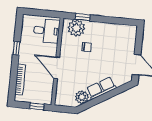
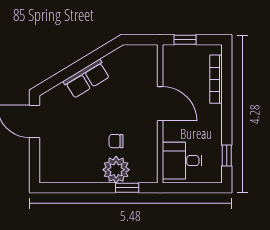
plant: (76, 28) -> (116, 170), moved
window: (16, 48) -> (227, 155), moved
plant: (82, 97) -> (116, 61), removed

